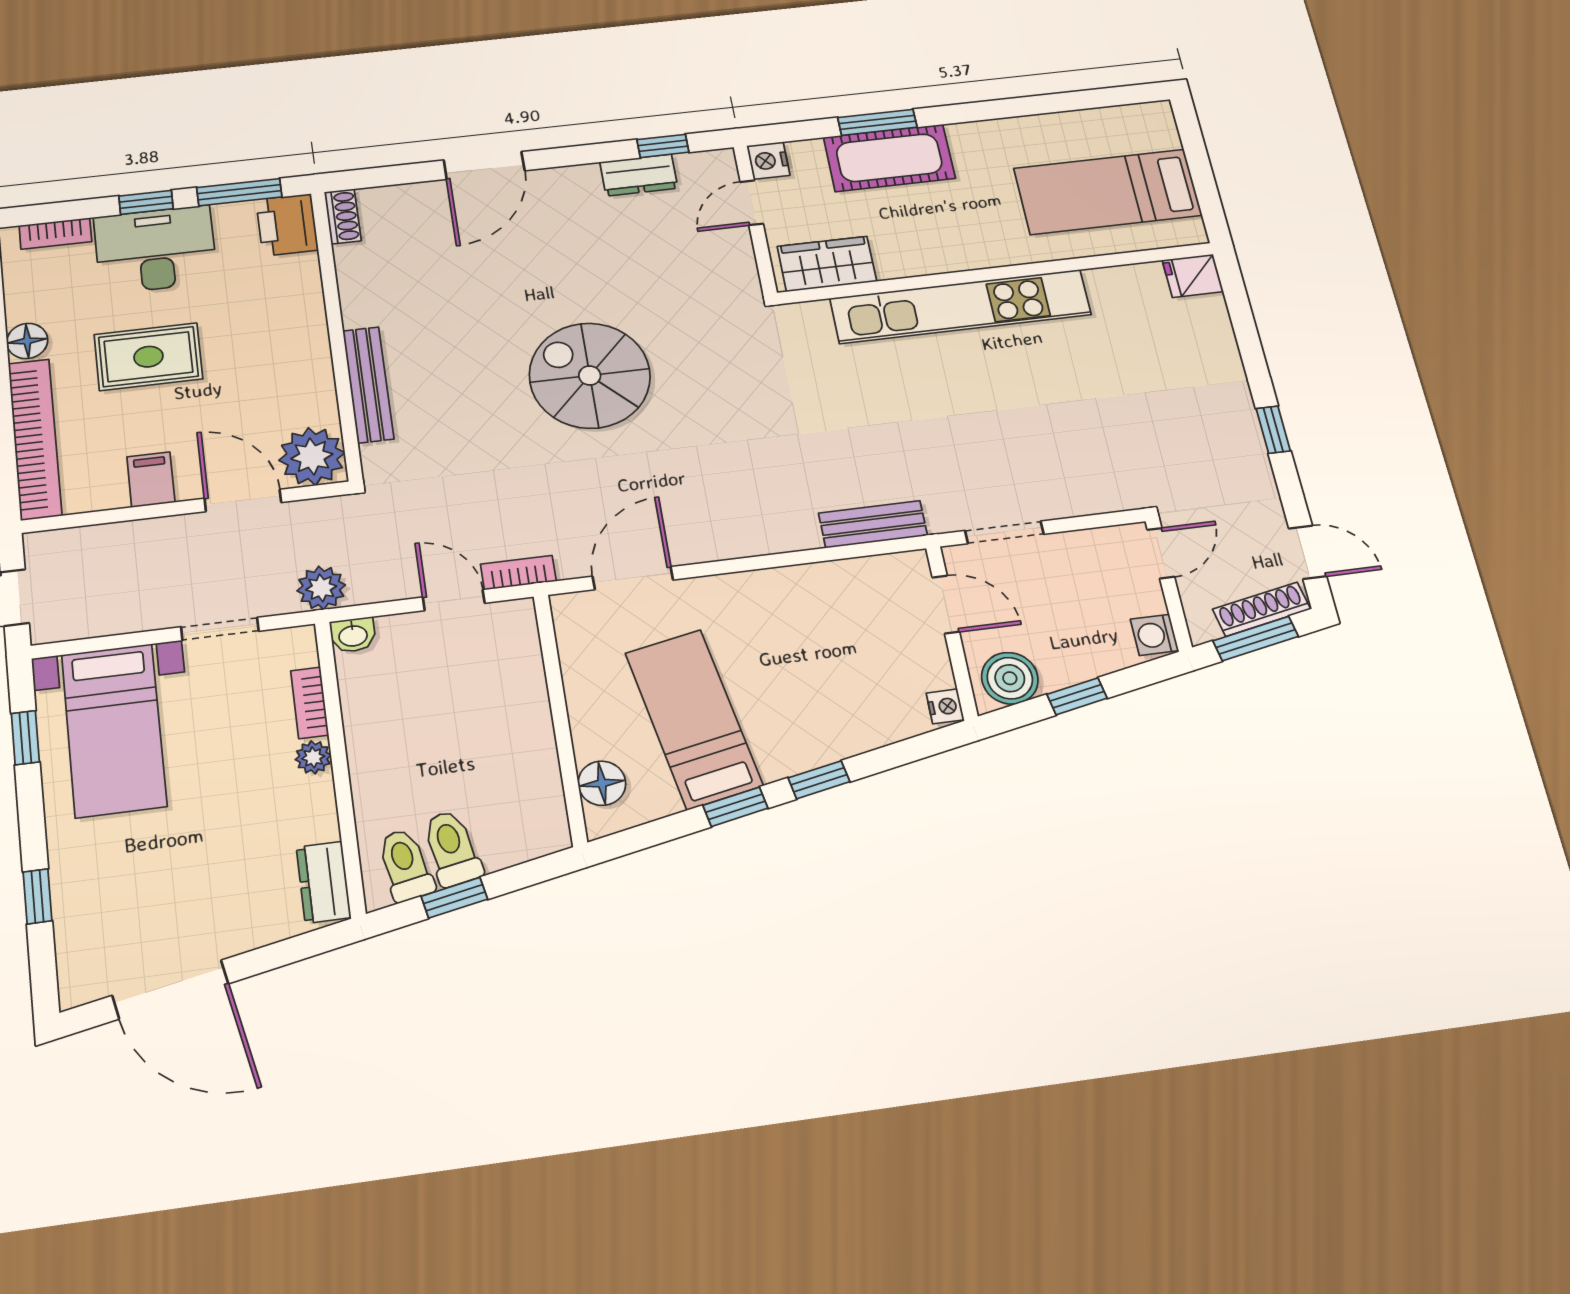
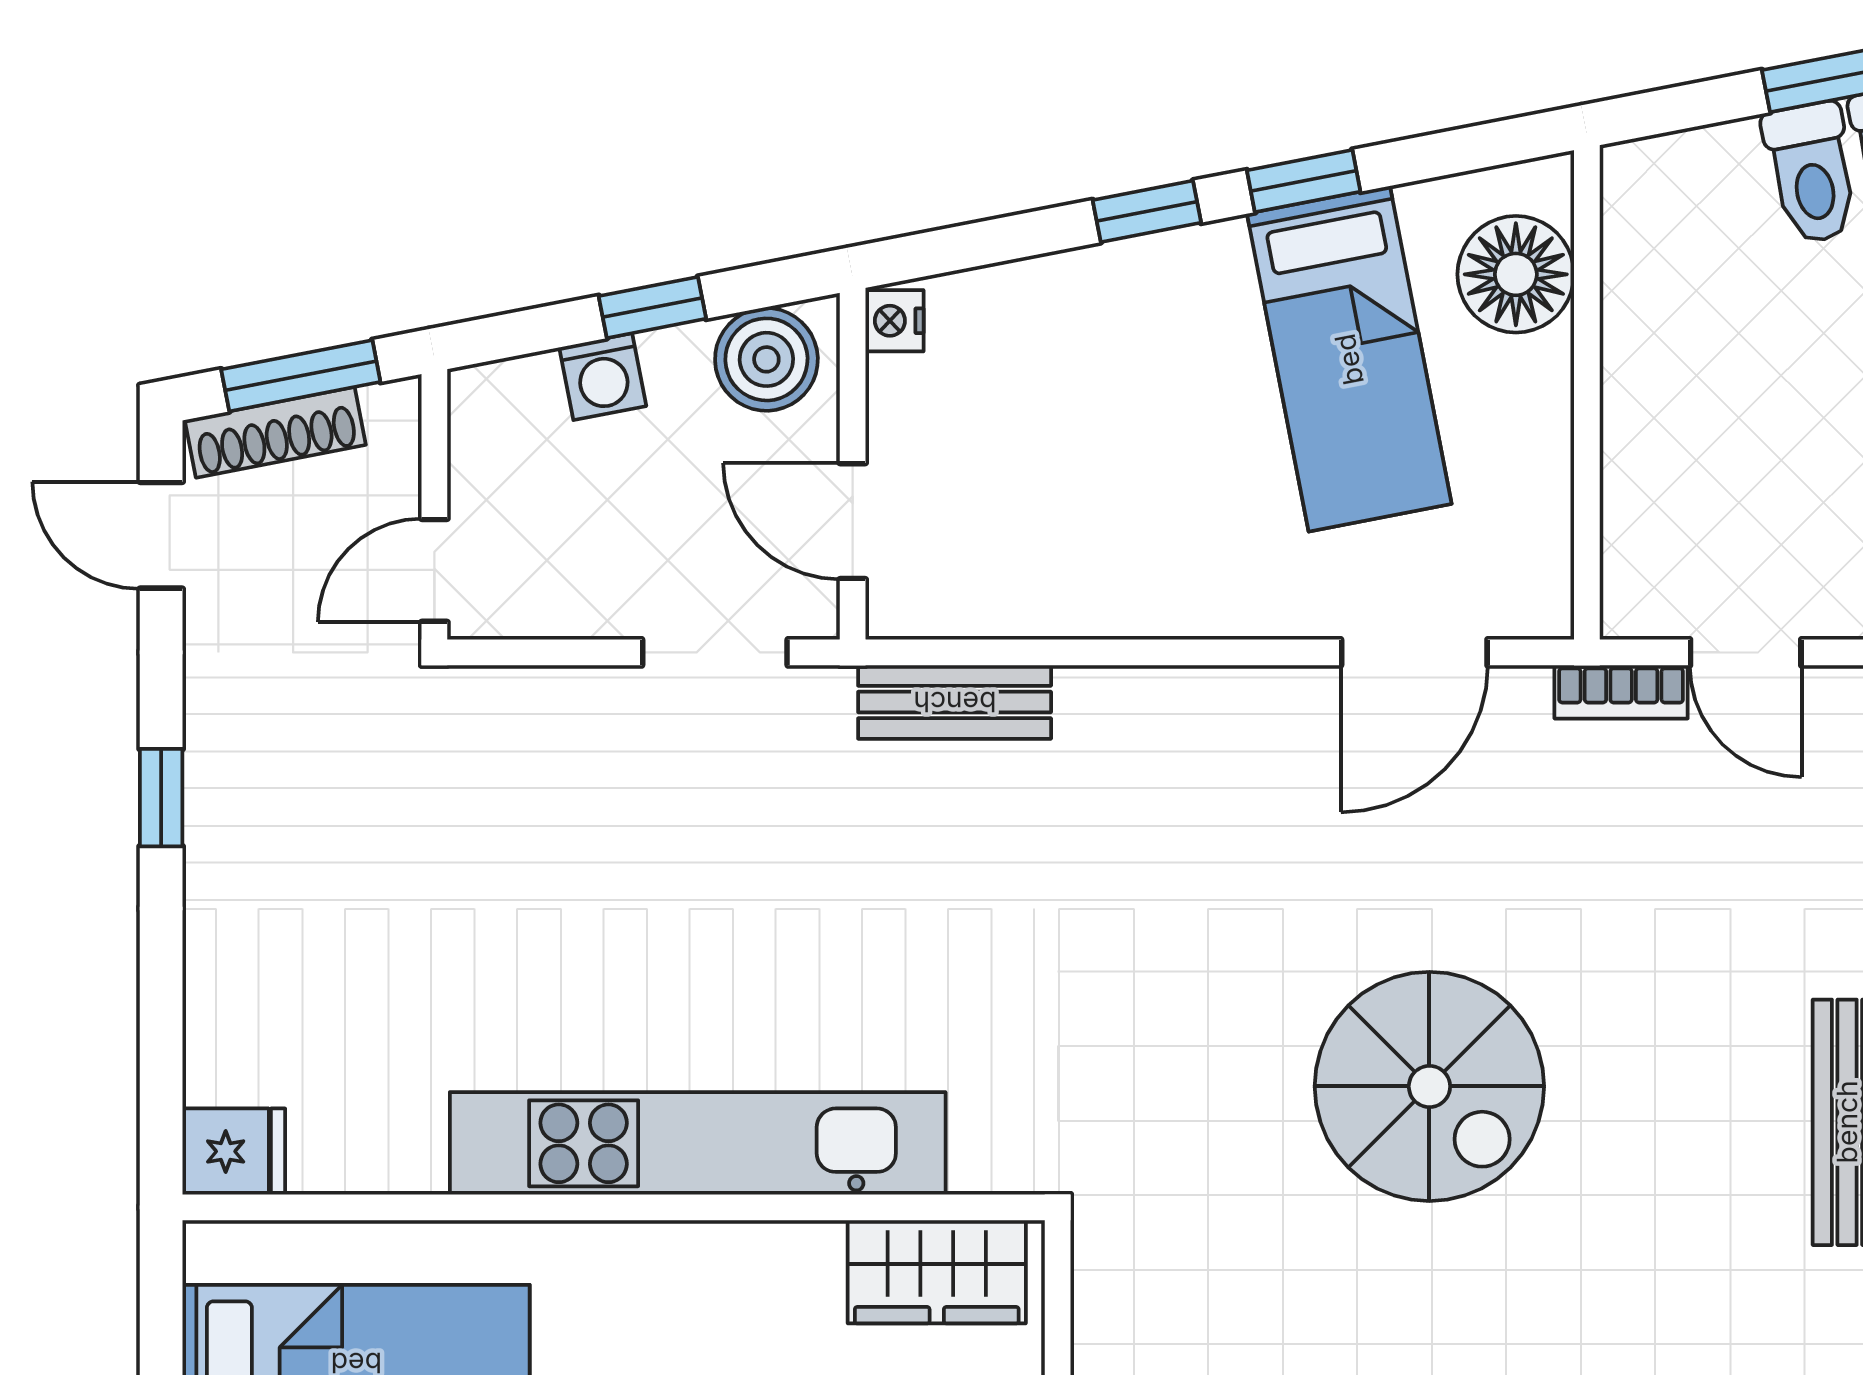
washing machine: (1154, 635) -> (603, 377), moved, turned 79
floor lamp: (602, 783) -> (1516, 274), width x1.38, depth x1.38

